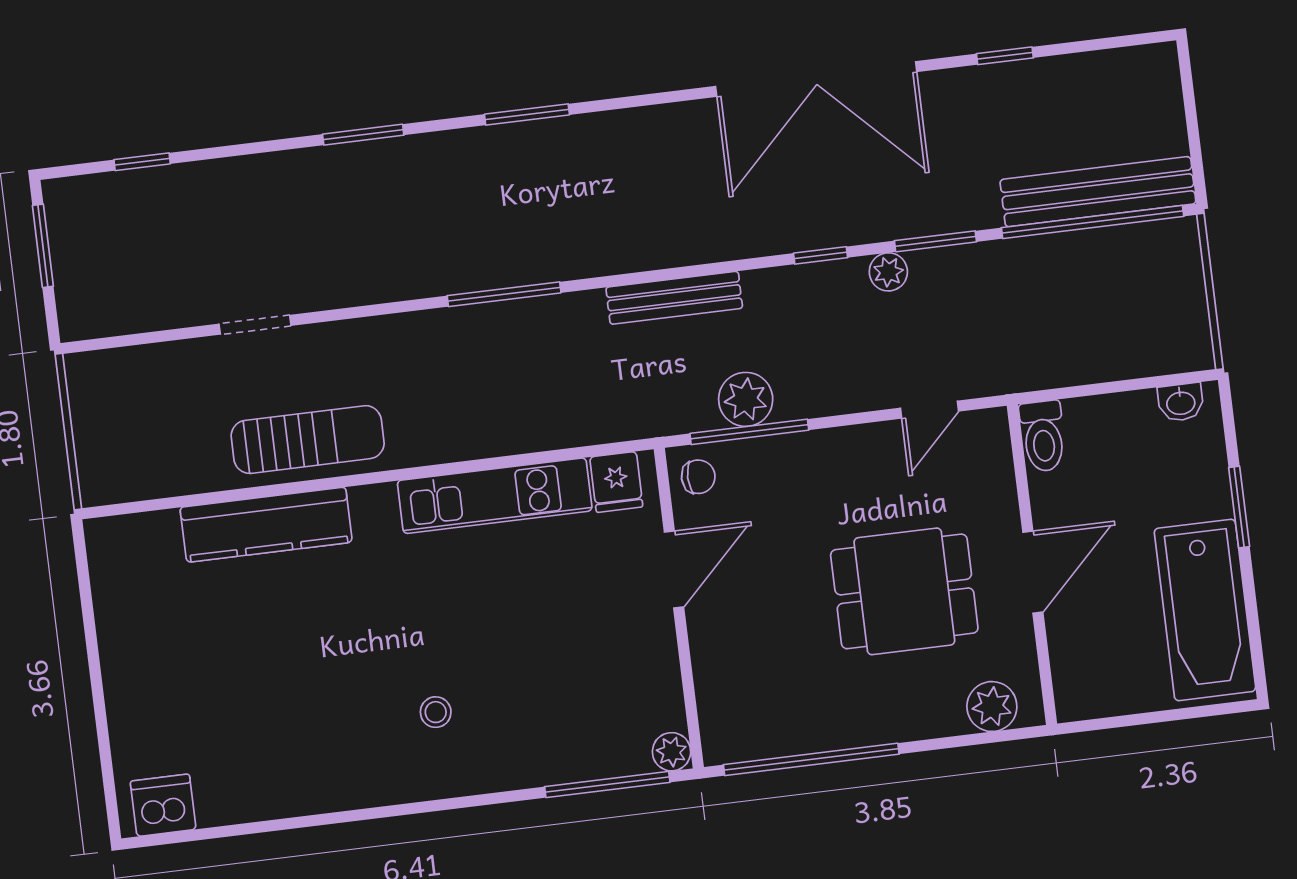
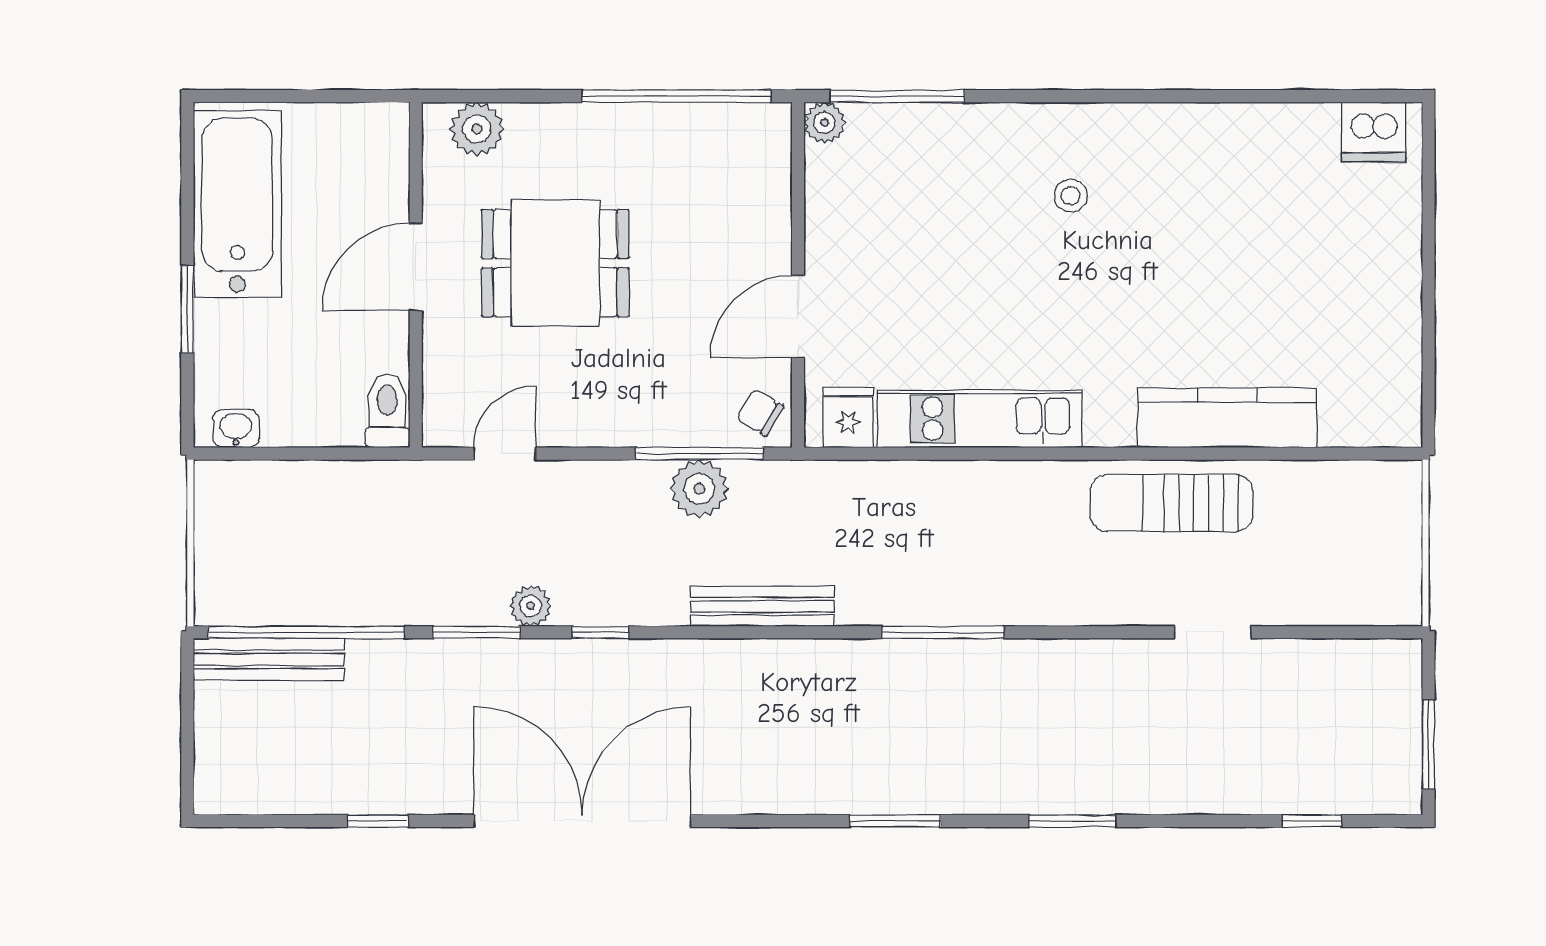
bench: (1098, 192) -> (269, 659), width x0.73, depth x0.82
chair: (698, 477) -> (760, 412), turned 31

